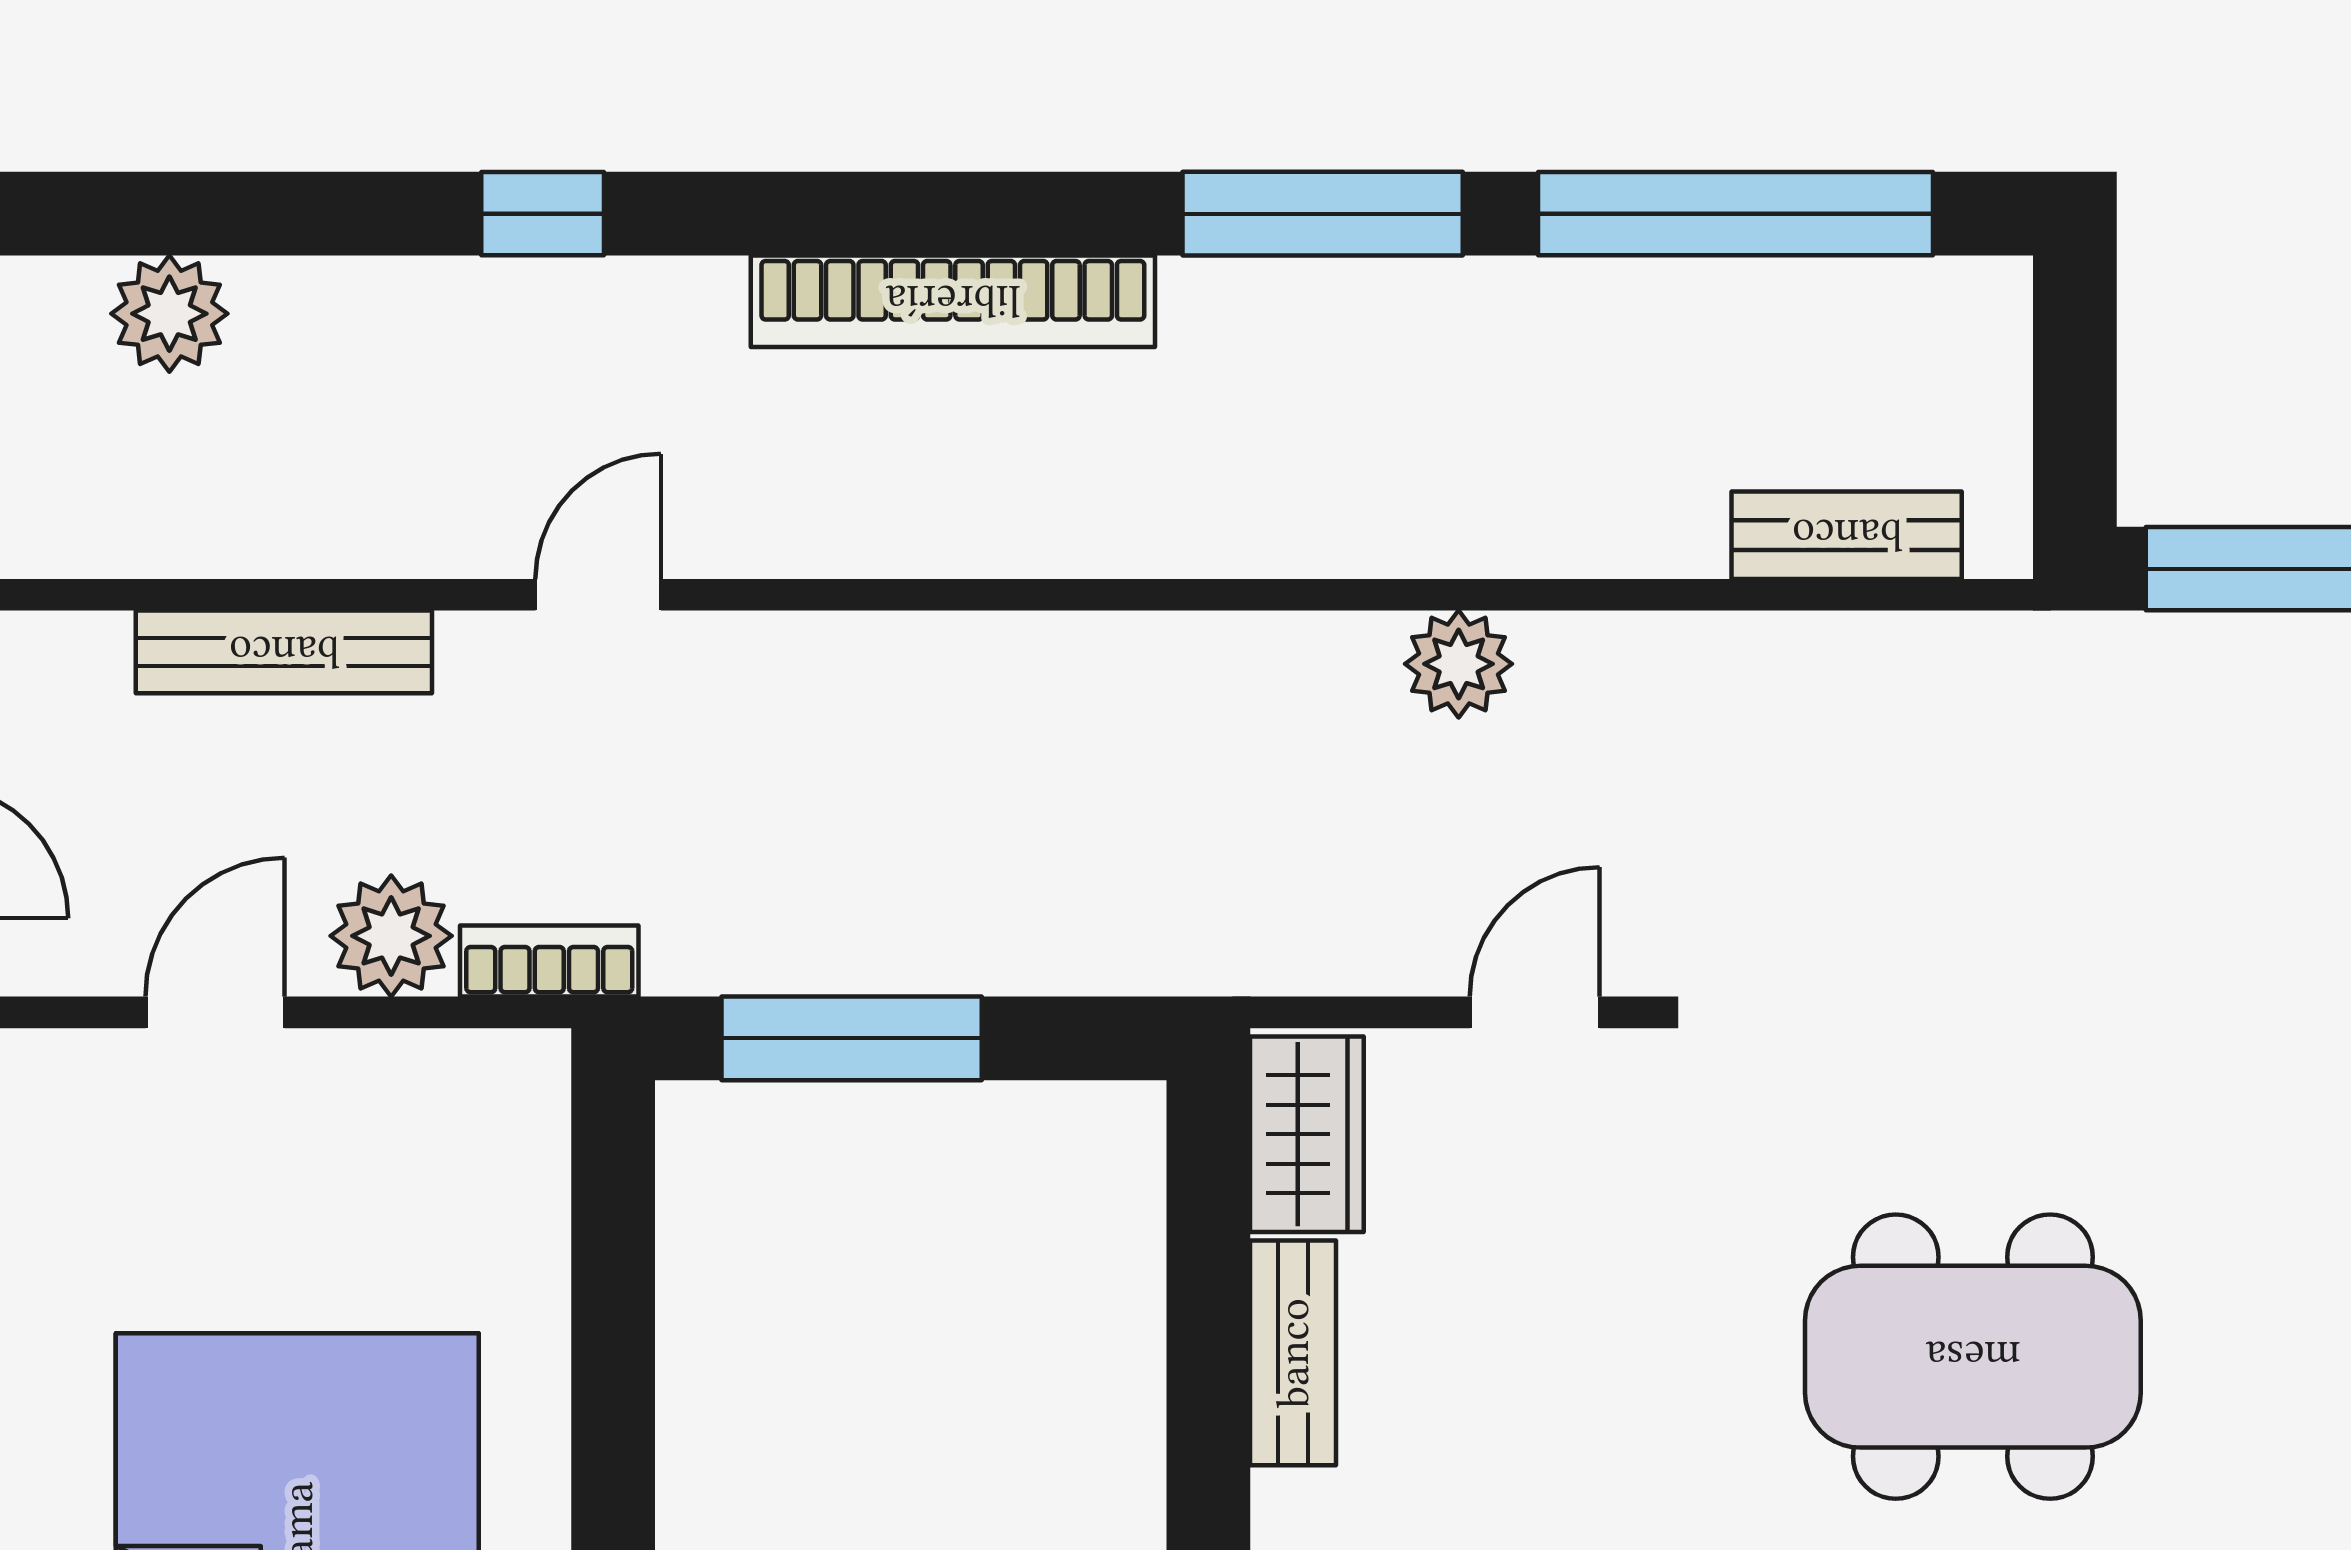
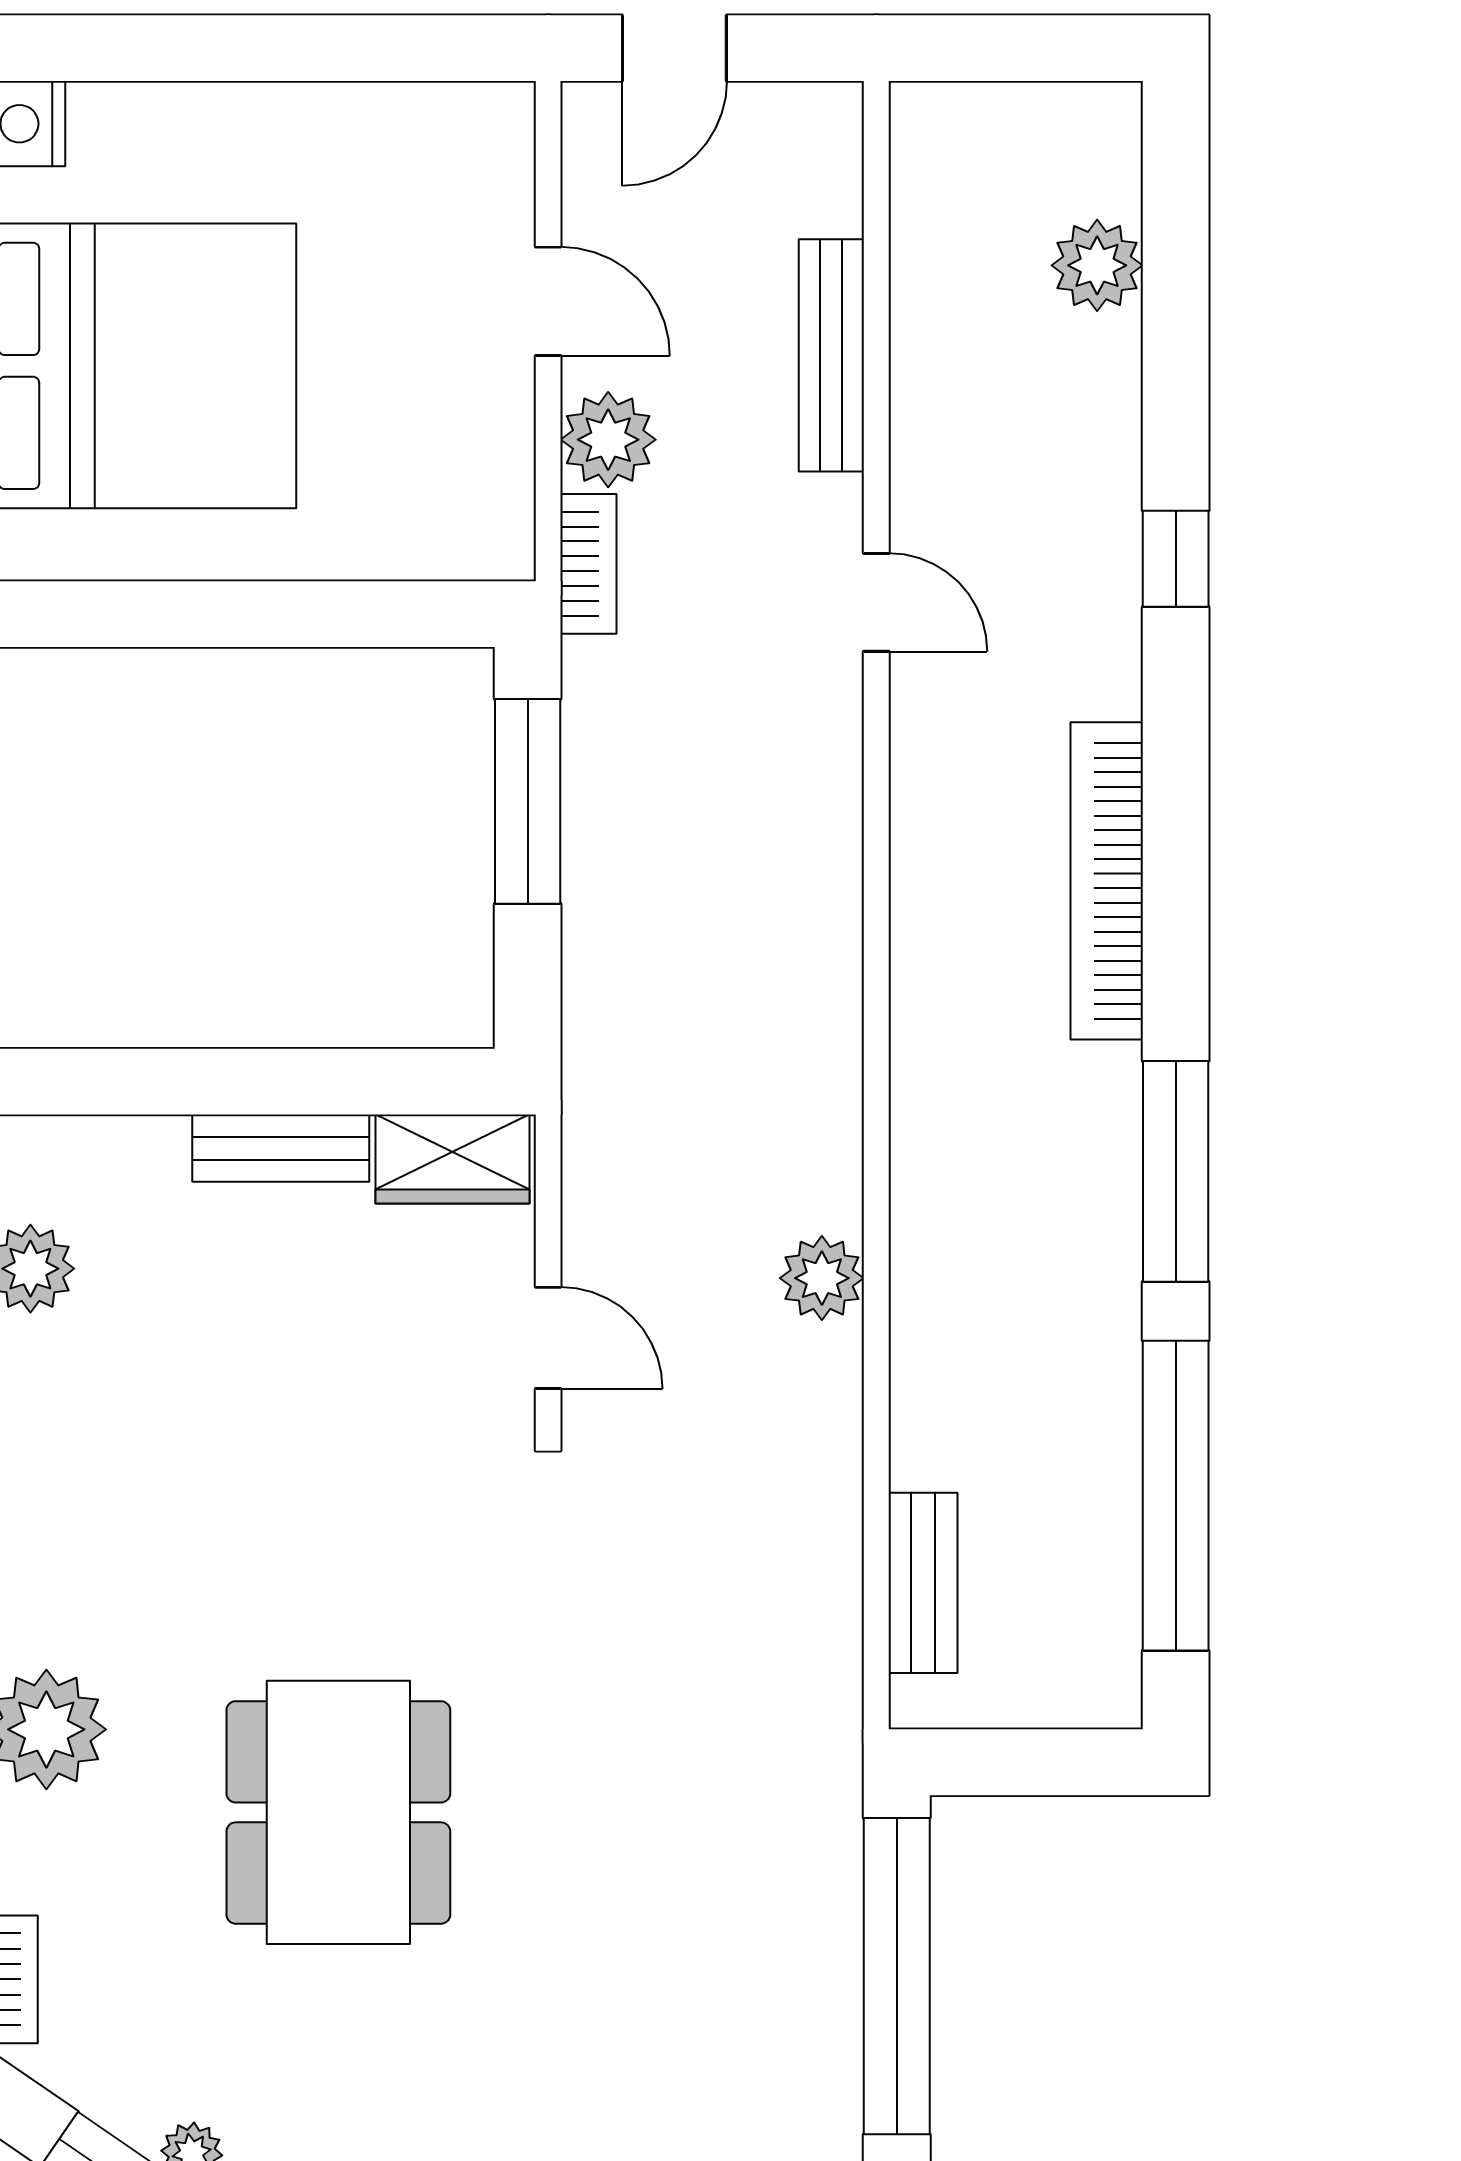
dining table: (1973, 1357) -> (338, 1812), moved

